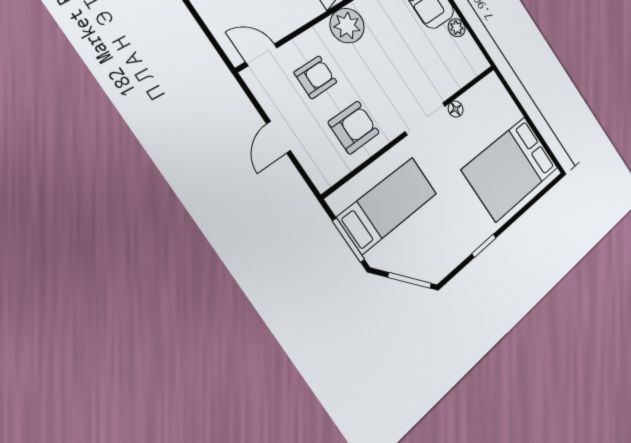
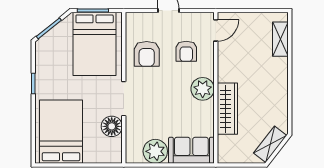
plant: (457, 28) -> (155, 151), width x1.88, depth x1.88
floor lamp: (456, 109) -> (112, 126), width x1.89, depth x1.89
bed: (388, 205) -> (95, 44), width x1.50

